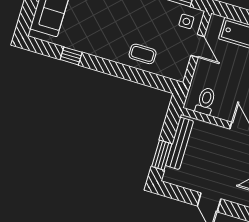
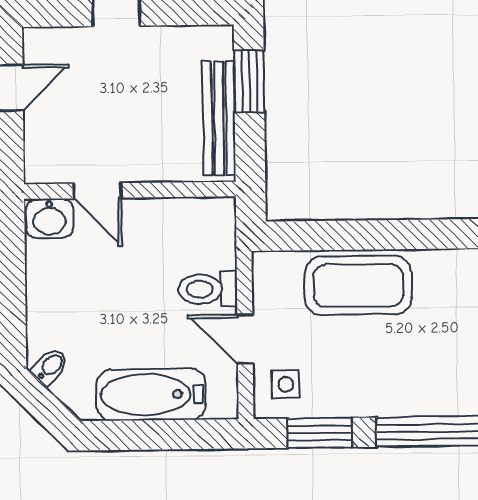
coffee table: (143, 54) -> (358, 285), width x1.86, depth x1.72
toilet: (206, 101) -> (208, 289), moved, turned 90

